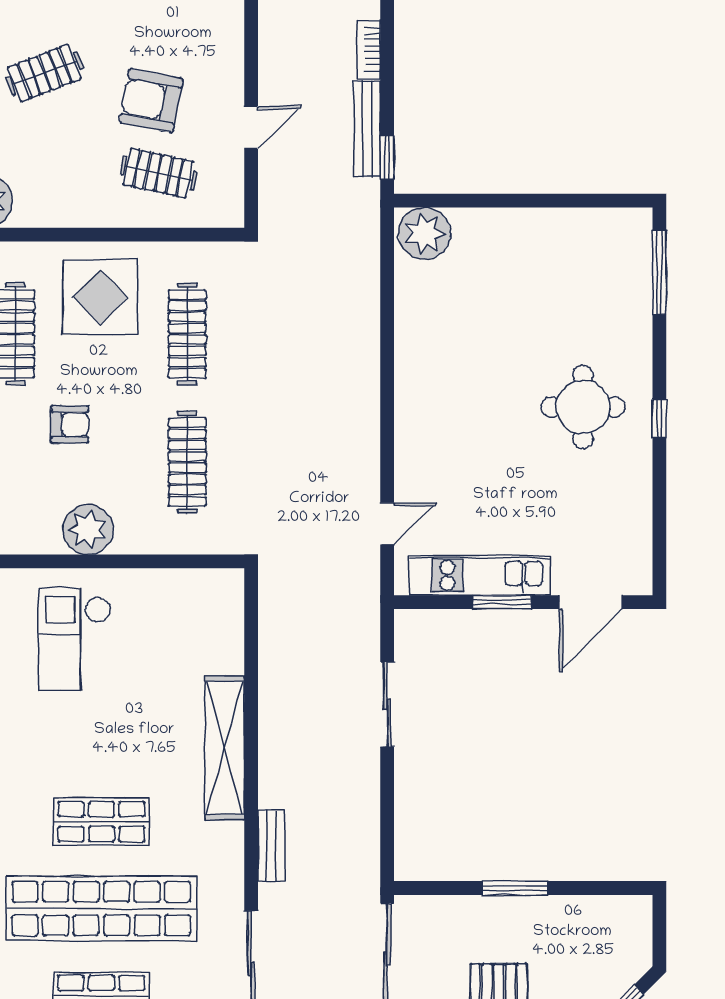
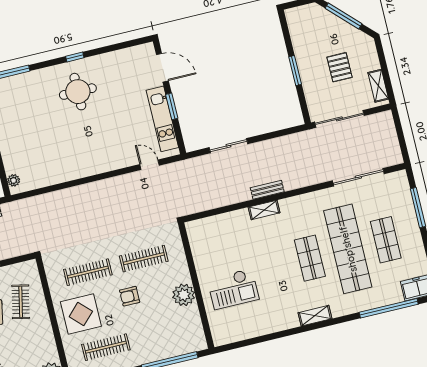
plant: (425, 234) -> (14, 180), width x0.53, depth x0.53
armchair: (70, 424) -> (130, 296), moved, turned -90
shelving: (225, 748) -> (264, 210), width x0.45, depth x0.75
bench: (271, 845) -> (267, 190), moved

